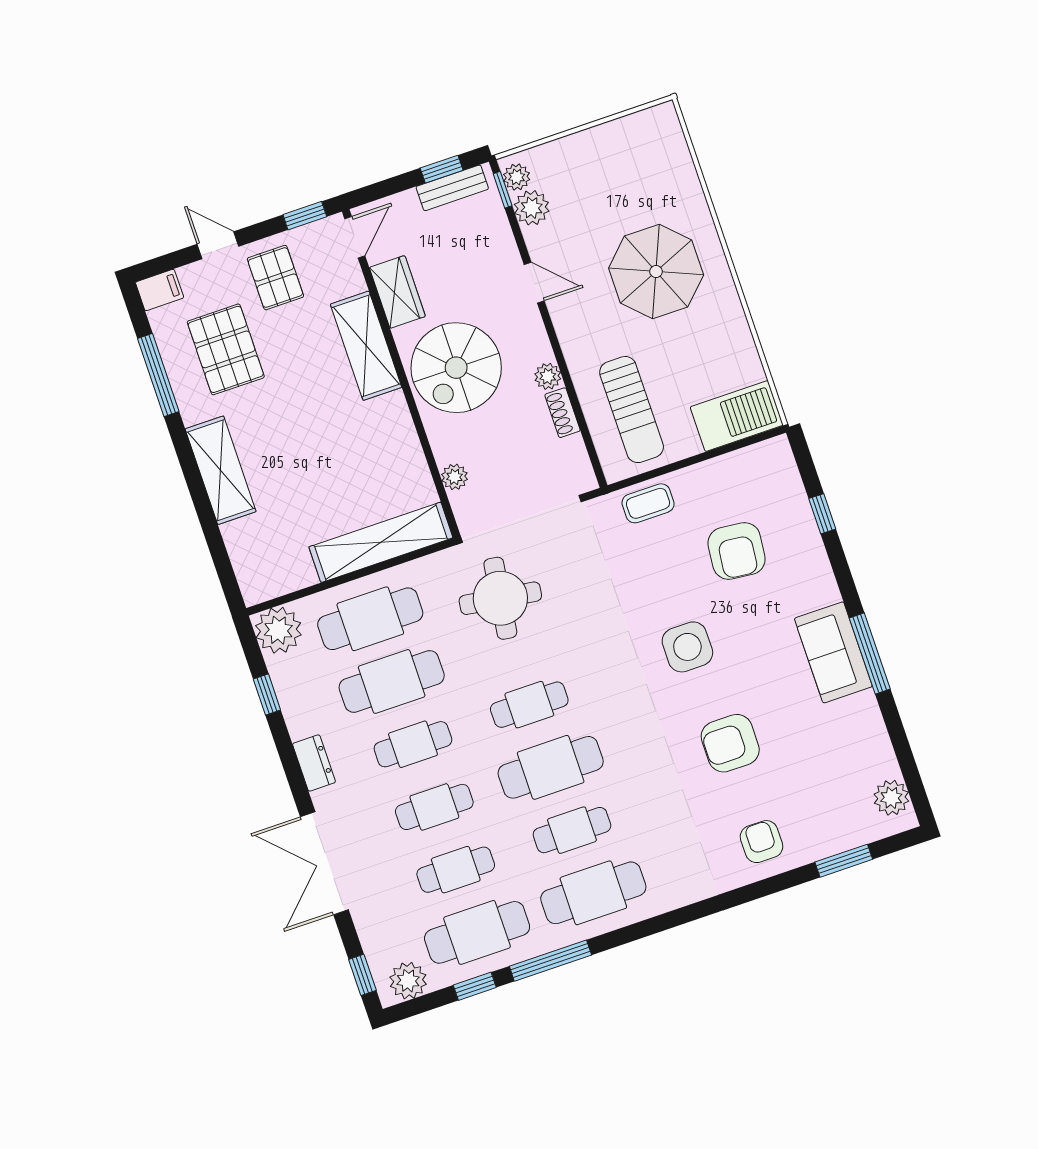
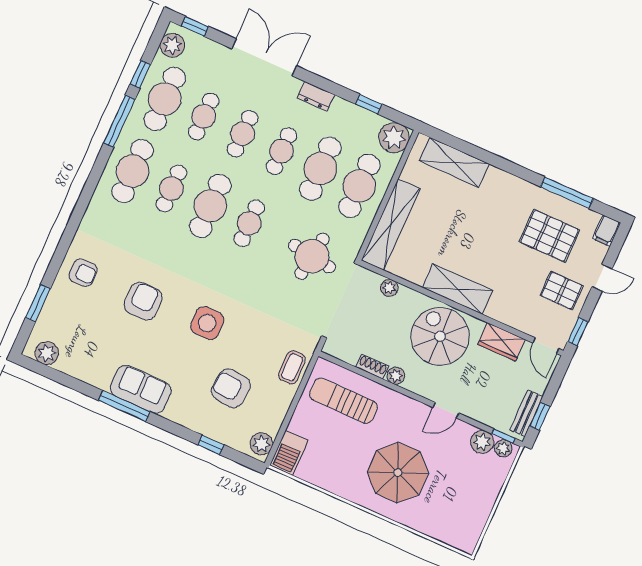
shelving: (366, 346) -> (457, 289), moved
barbecue: (737, 416) -> (289, 453), width x0.73, depth x0.83
plant: (767, 457) -> (261, 444), added
shelving: (221, 470) -> (454, 162), moved

